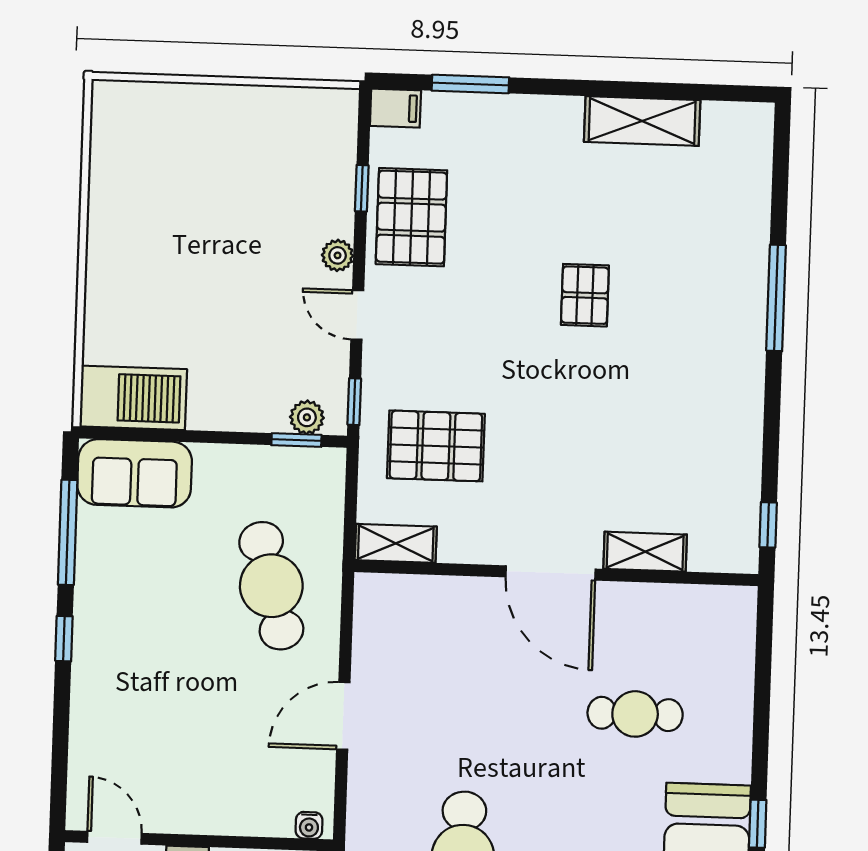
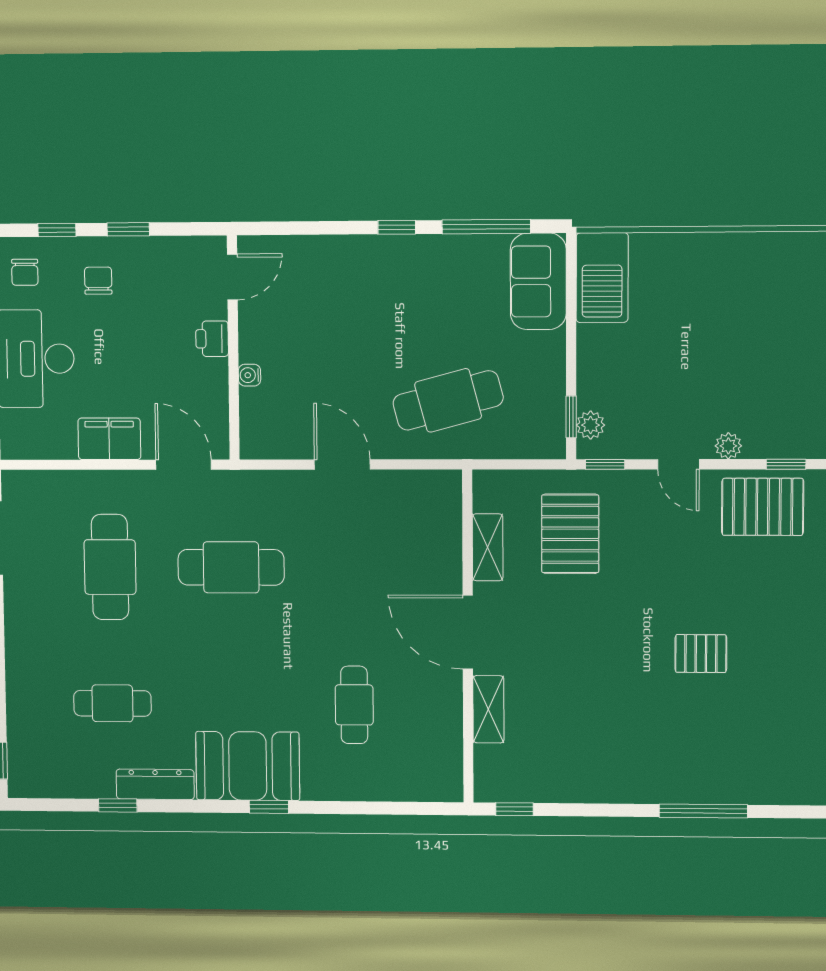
door: (357, 315) -> (678, 464), swing flipped
shelving: (396, 543) -> (488, 547), moved
door: (551, 573) -> (468, 632), hinge flipped
water cooler: (309, 825) -> (249, 375), moved

